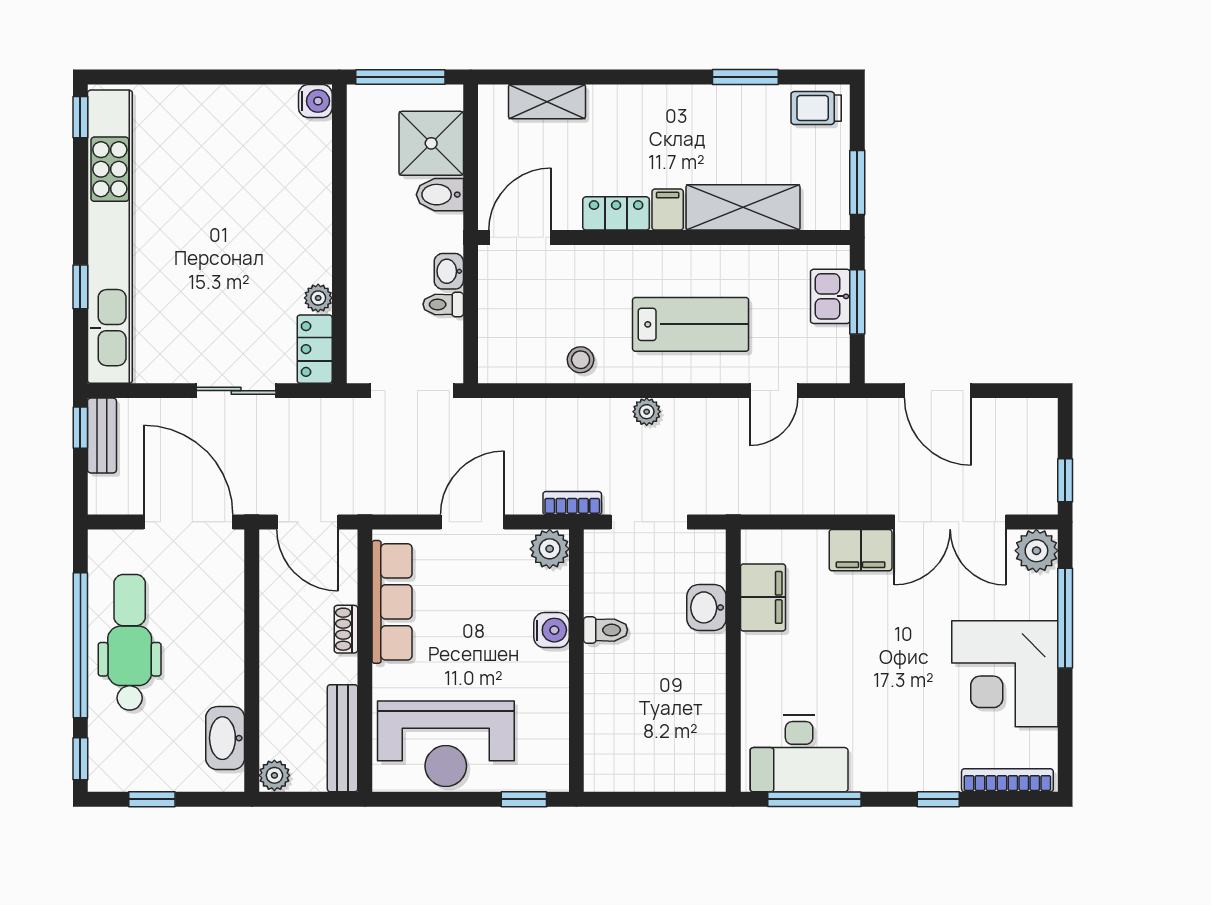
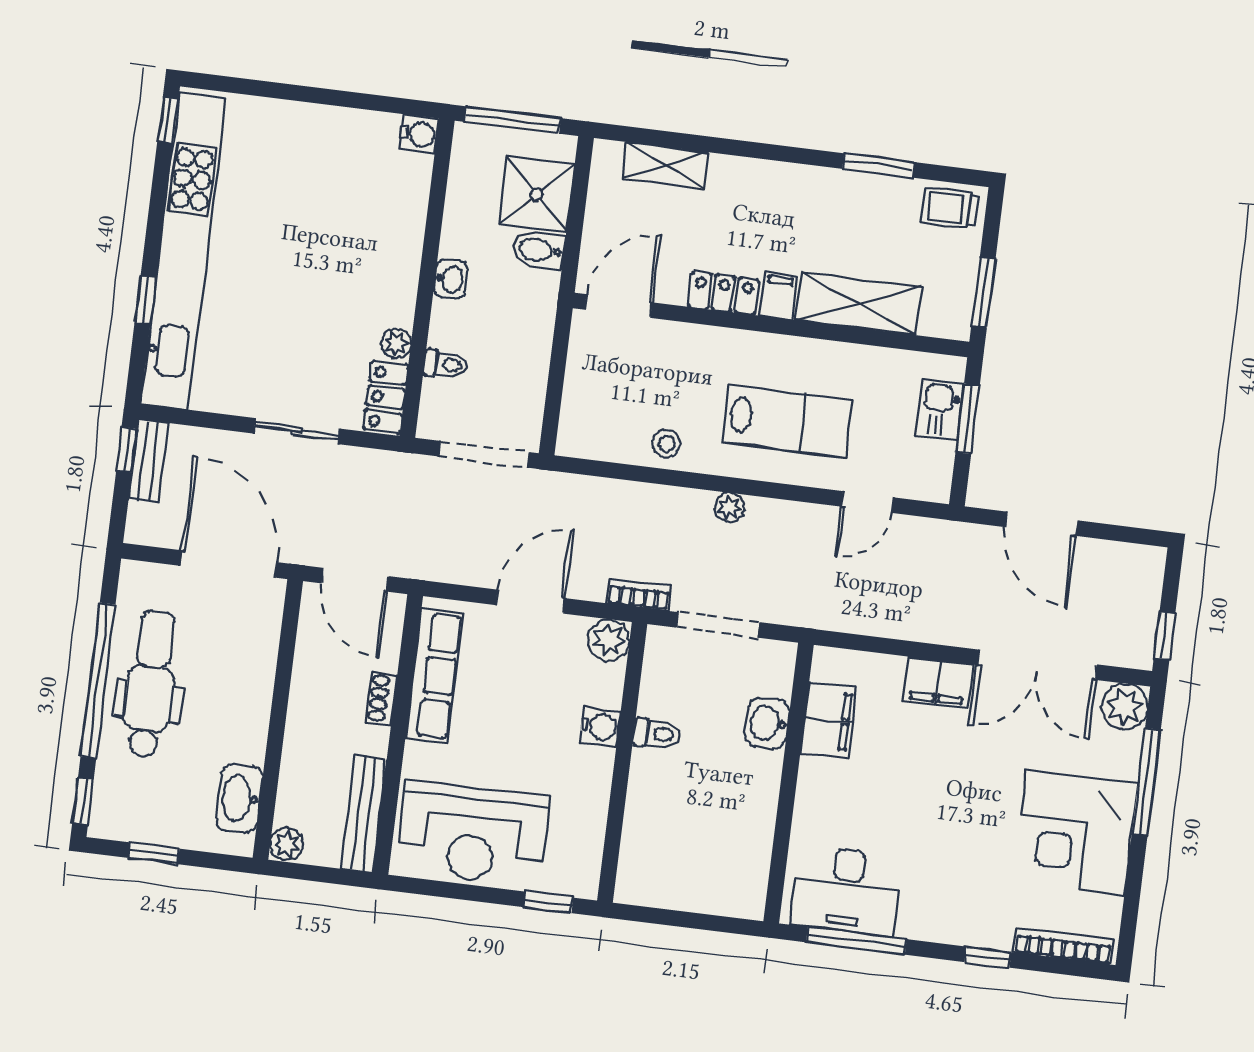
washbasin: (449, 271) -> (450, 279), moved, turned 180
toilet: (443, 304) -> (446, 365), moved, turned 180

